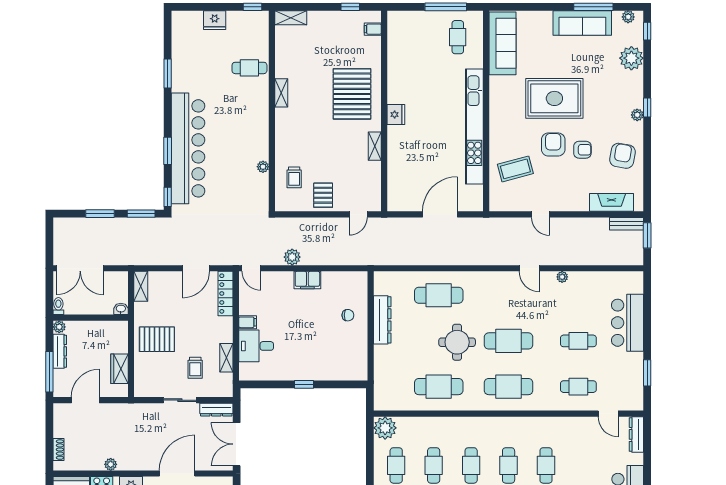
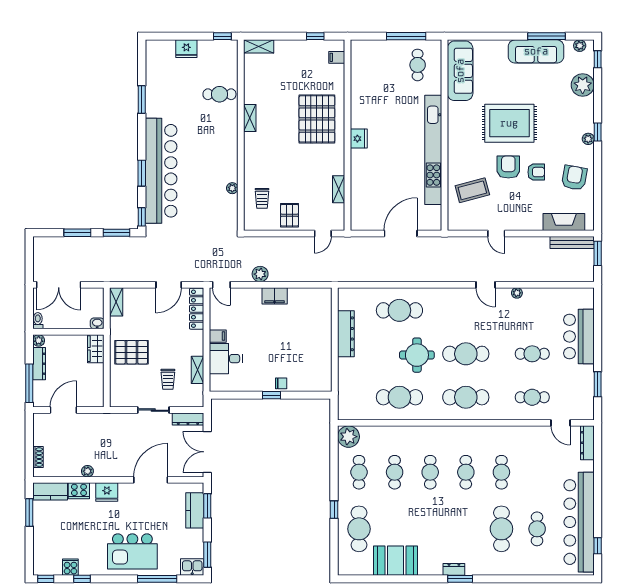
shelving: (375, 146) -> (339, 189), moved
bench: (626, 224) -> (572, 242), width x1.36
chair: (348, 315) -> (281, 383), moved
wardrobe: (119, 369) -> (96, 349), moved

